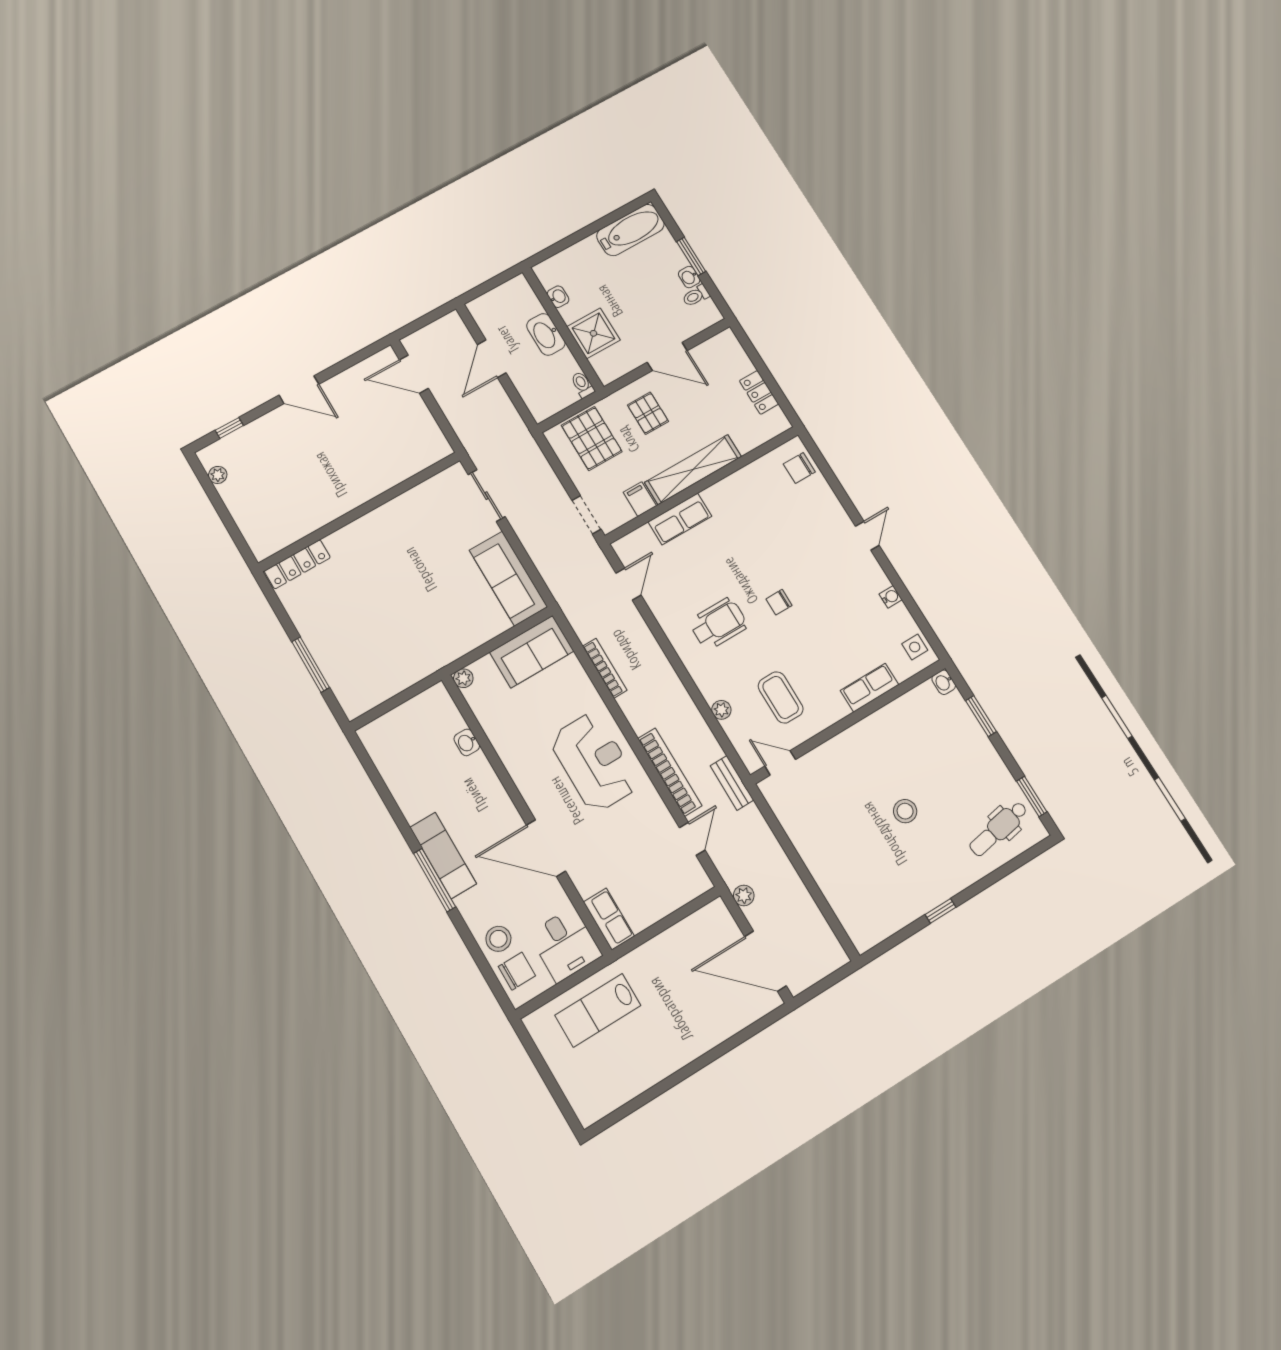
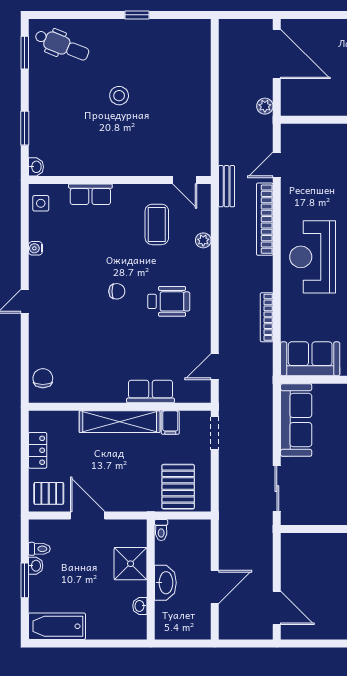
pallet: (648, 413) -> (49, 493), moved, turned 90
chair: (799, 468) -> (43, 378), turned -90
wheelchair: (718, 624) -> (169, 301), turned 180
dental chair: (998, 829) -> (62, 45), turned 32

